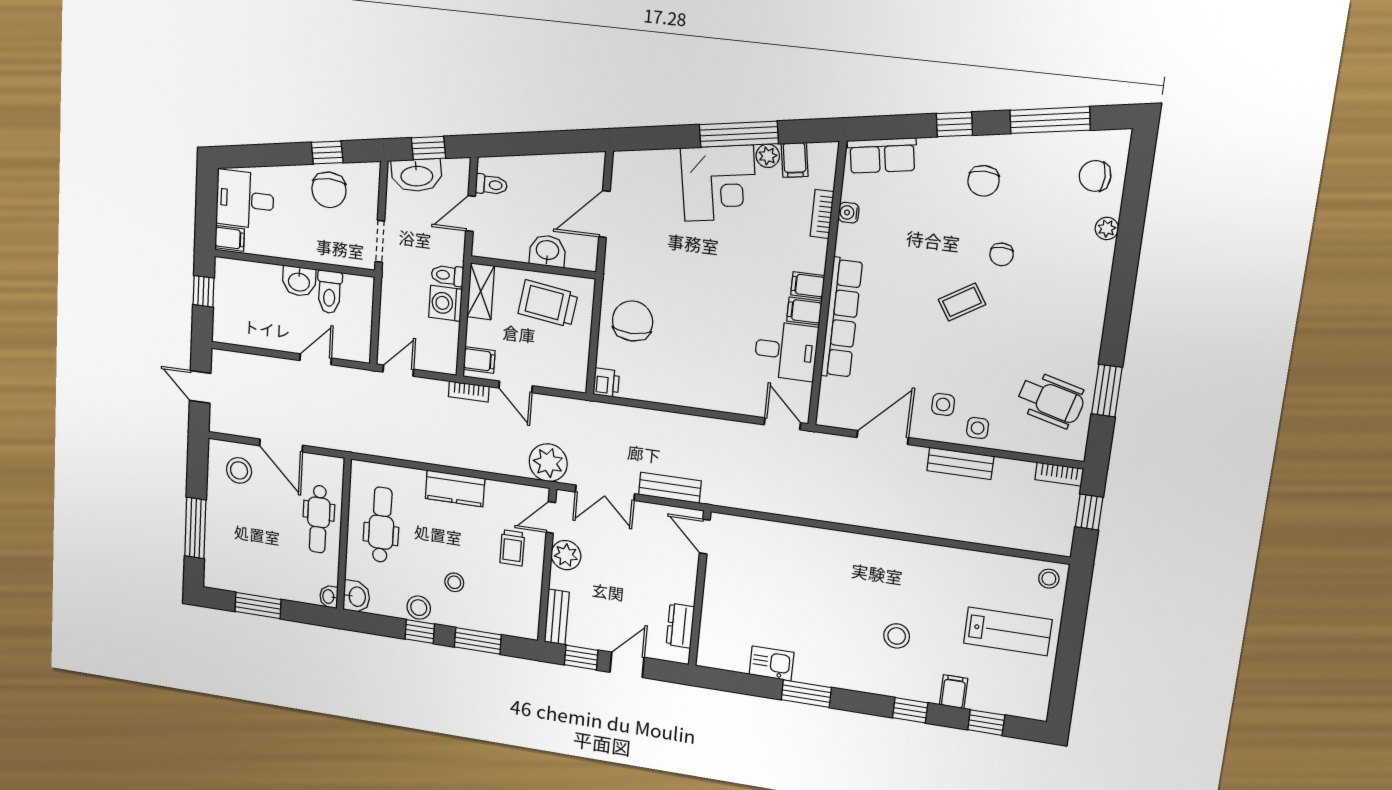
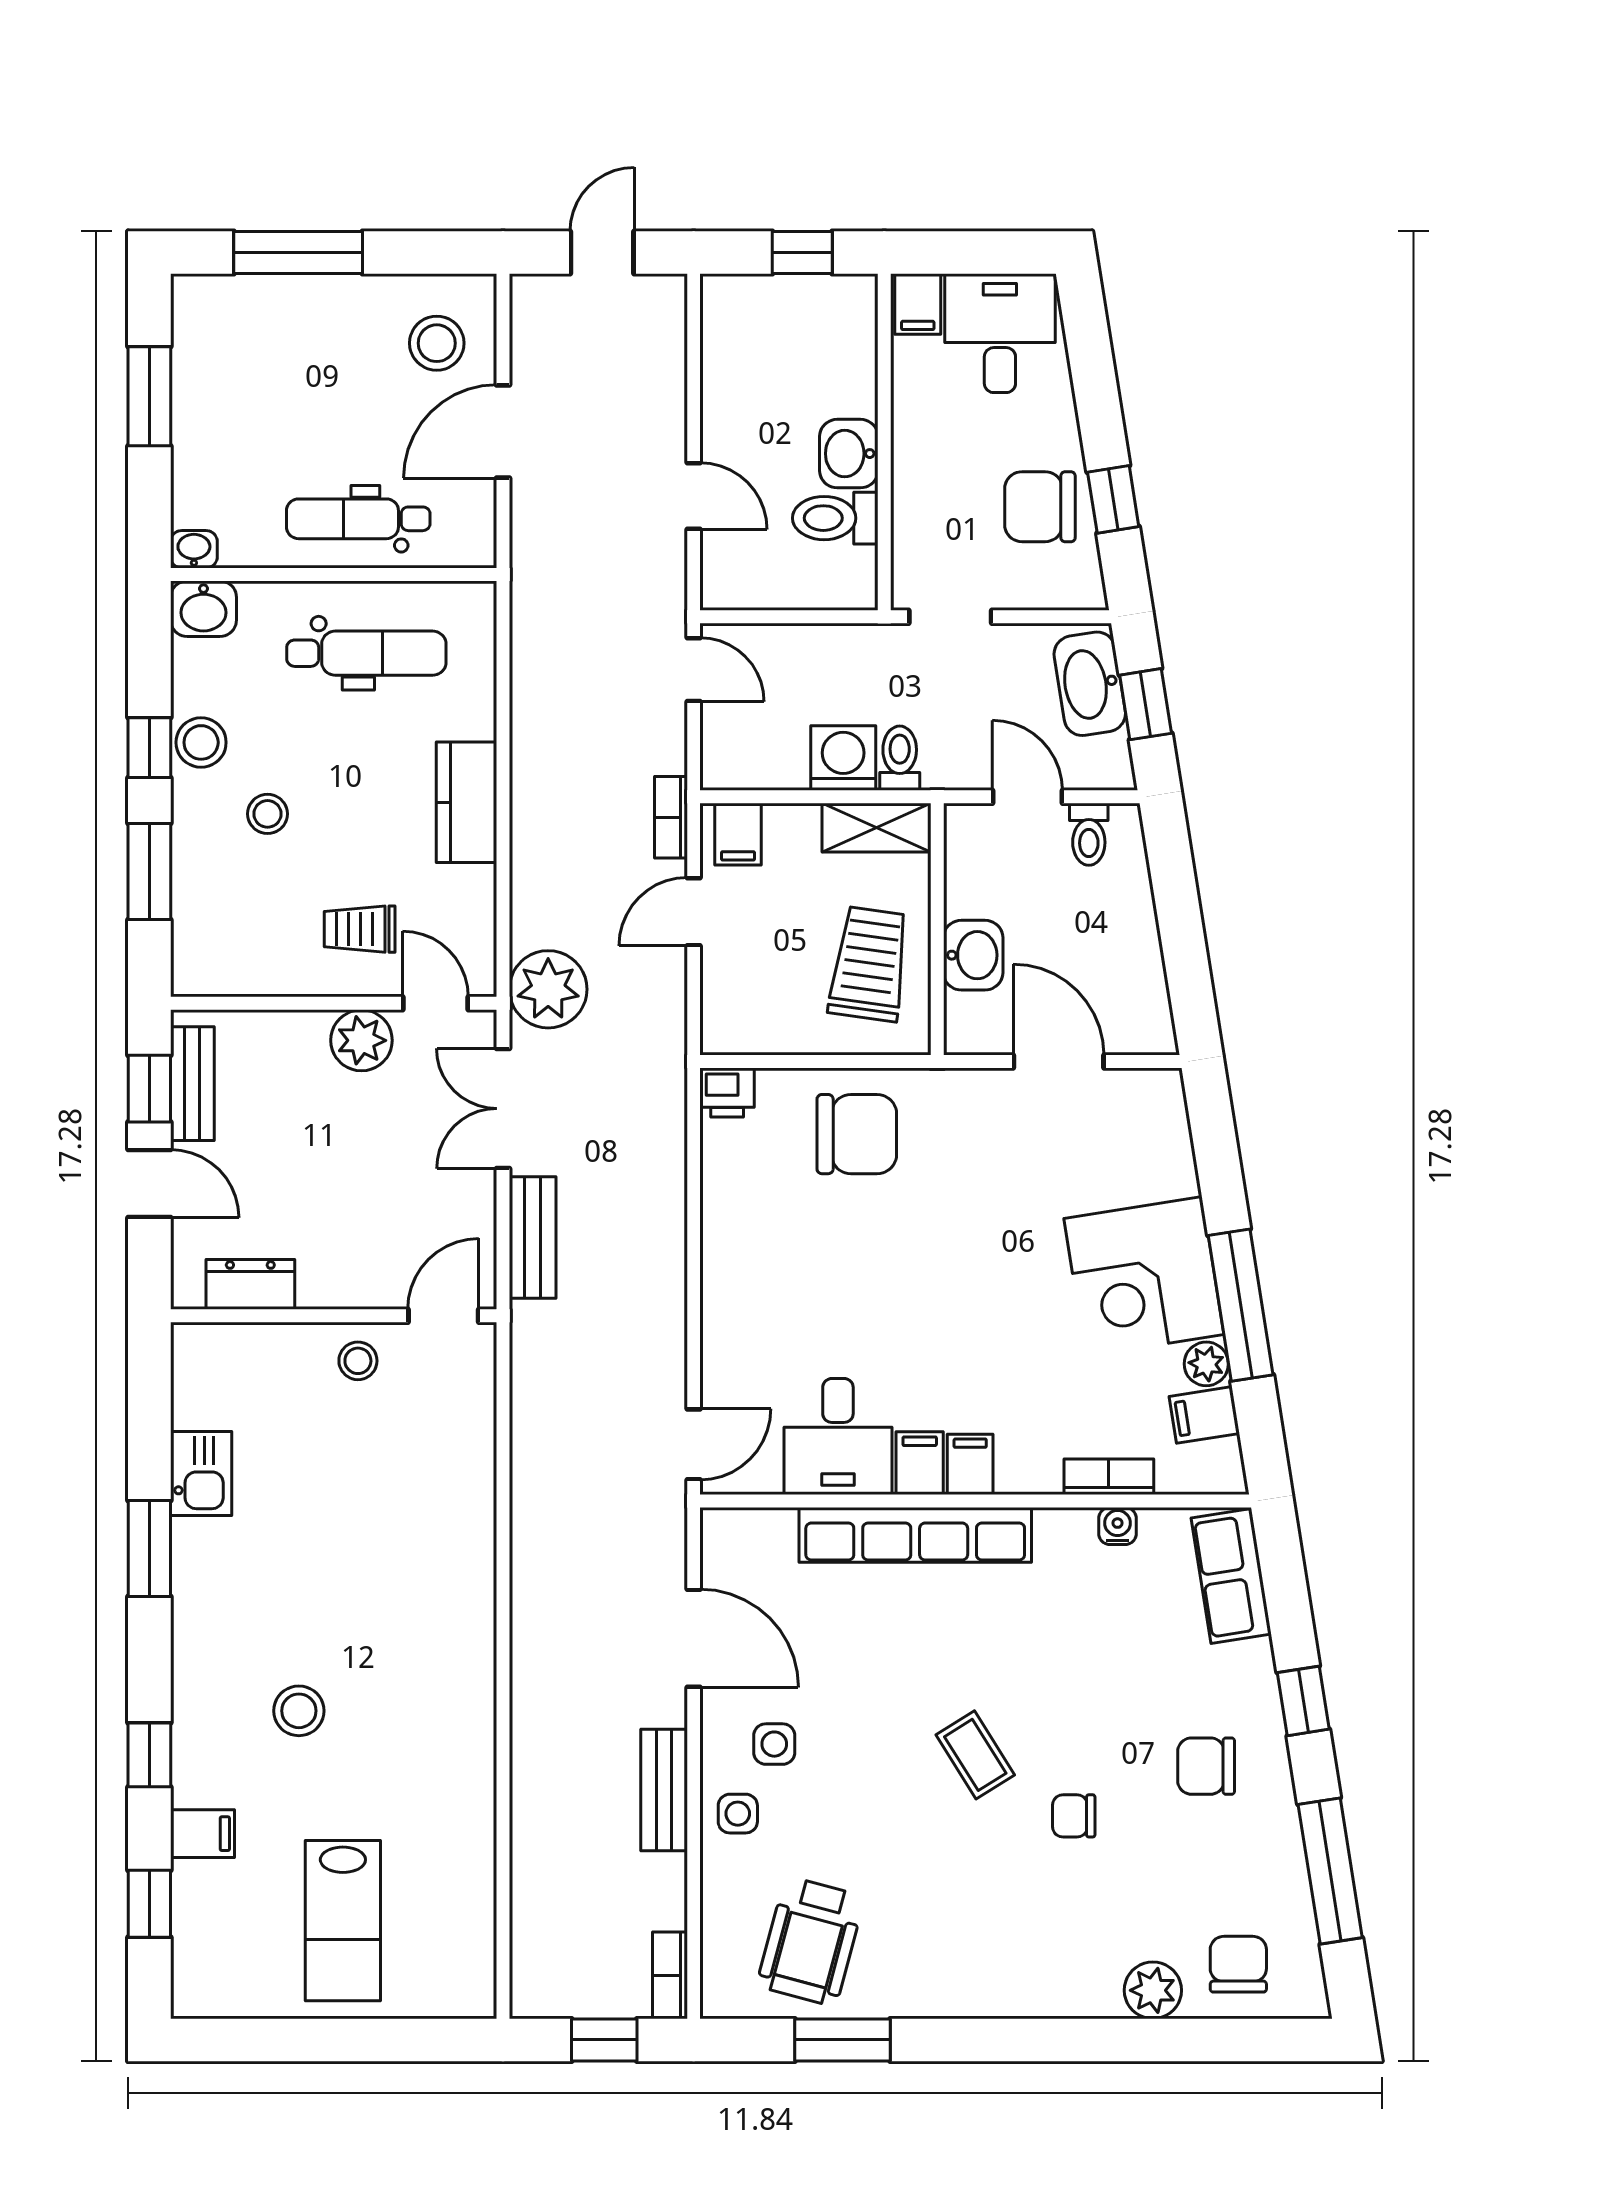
plant: (1107, 228) -> (1153, 1990), width x1.38, depth x1.38
stool: (1049, 579) -> (358, 1361), moved
bench: (557, 617) -> (192, 1084), moved, turned 90

